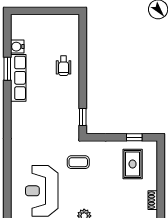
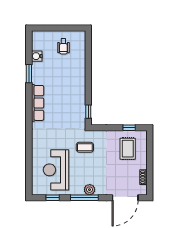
wheelchair: (64, 66) -> (63, 46), moved
row of seats: (18, 78) -> (38, 103), moved

